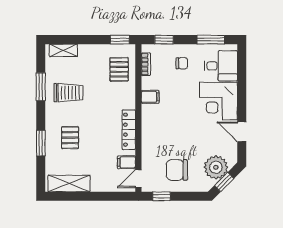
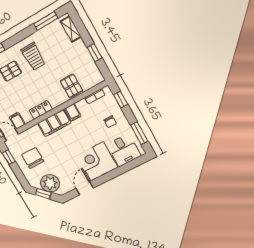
window: (120, 40) -> (95, 53), moved
pallet: (119, 69) -> (71, 86), moved, turned 90
window: (41, 87) -> (46, 21), moved
trolley: (68, 93) -> (33, 57), moved
filing cabinet: (151, 123) -> (54, 123), added
locker: (129, 130) -> (41, 110), width x0.66

